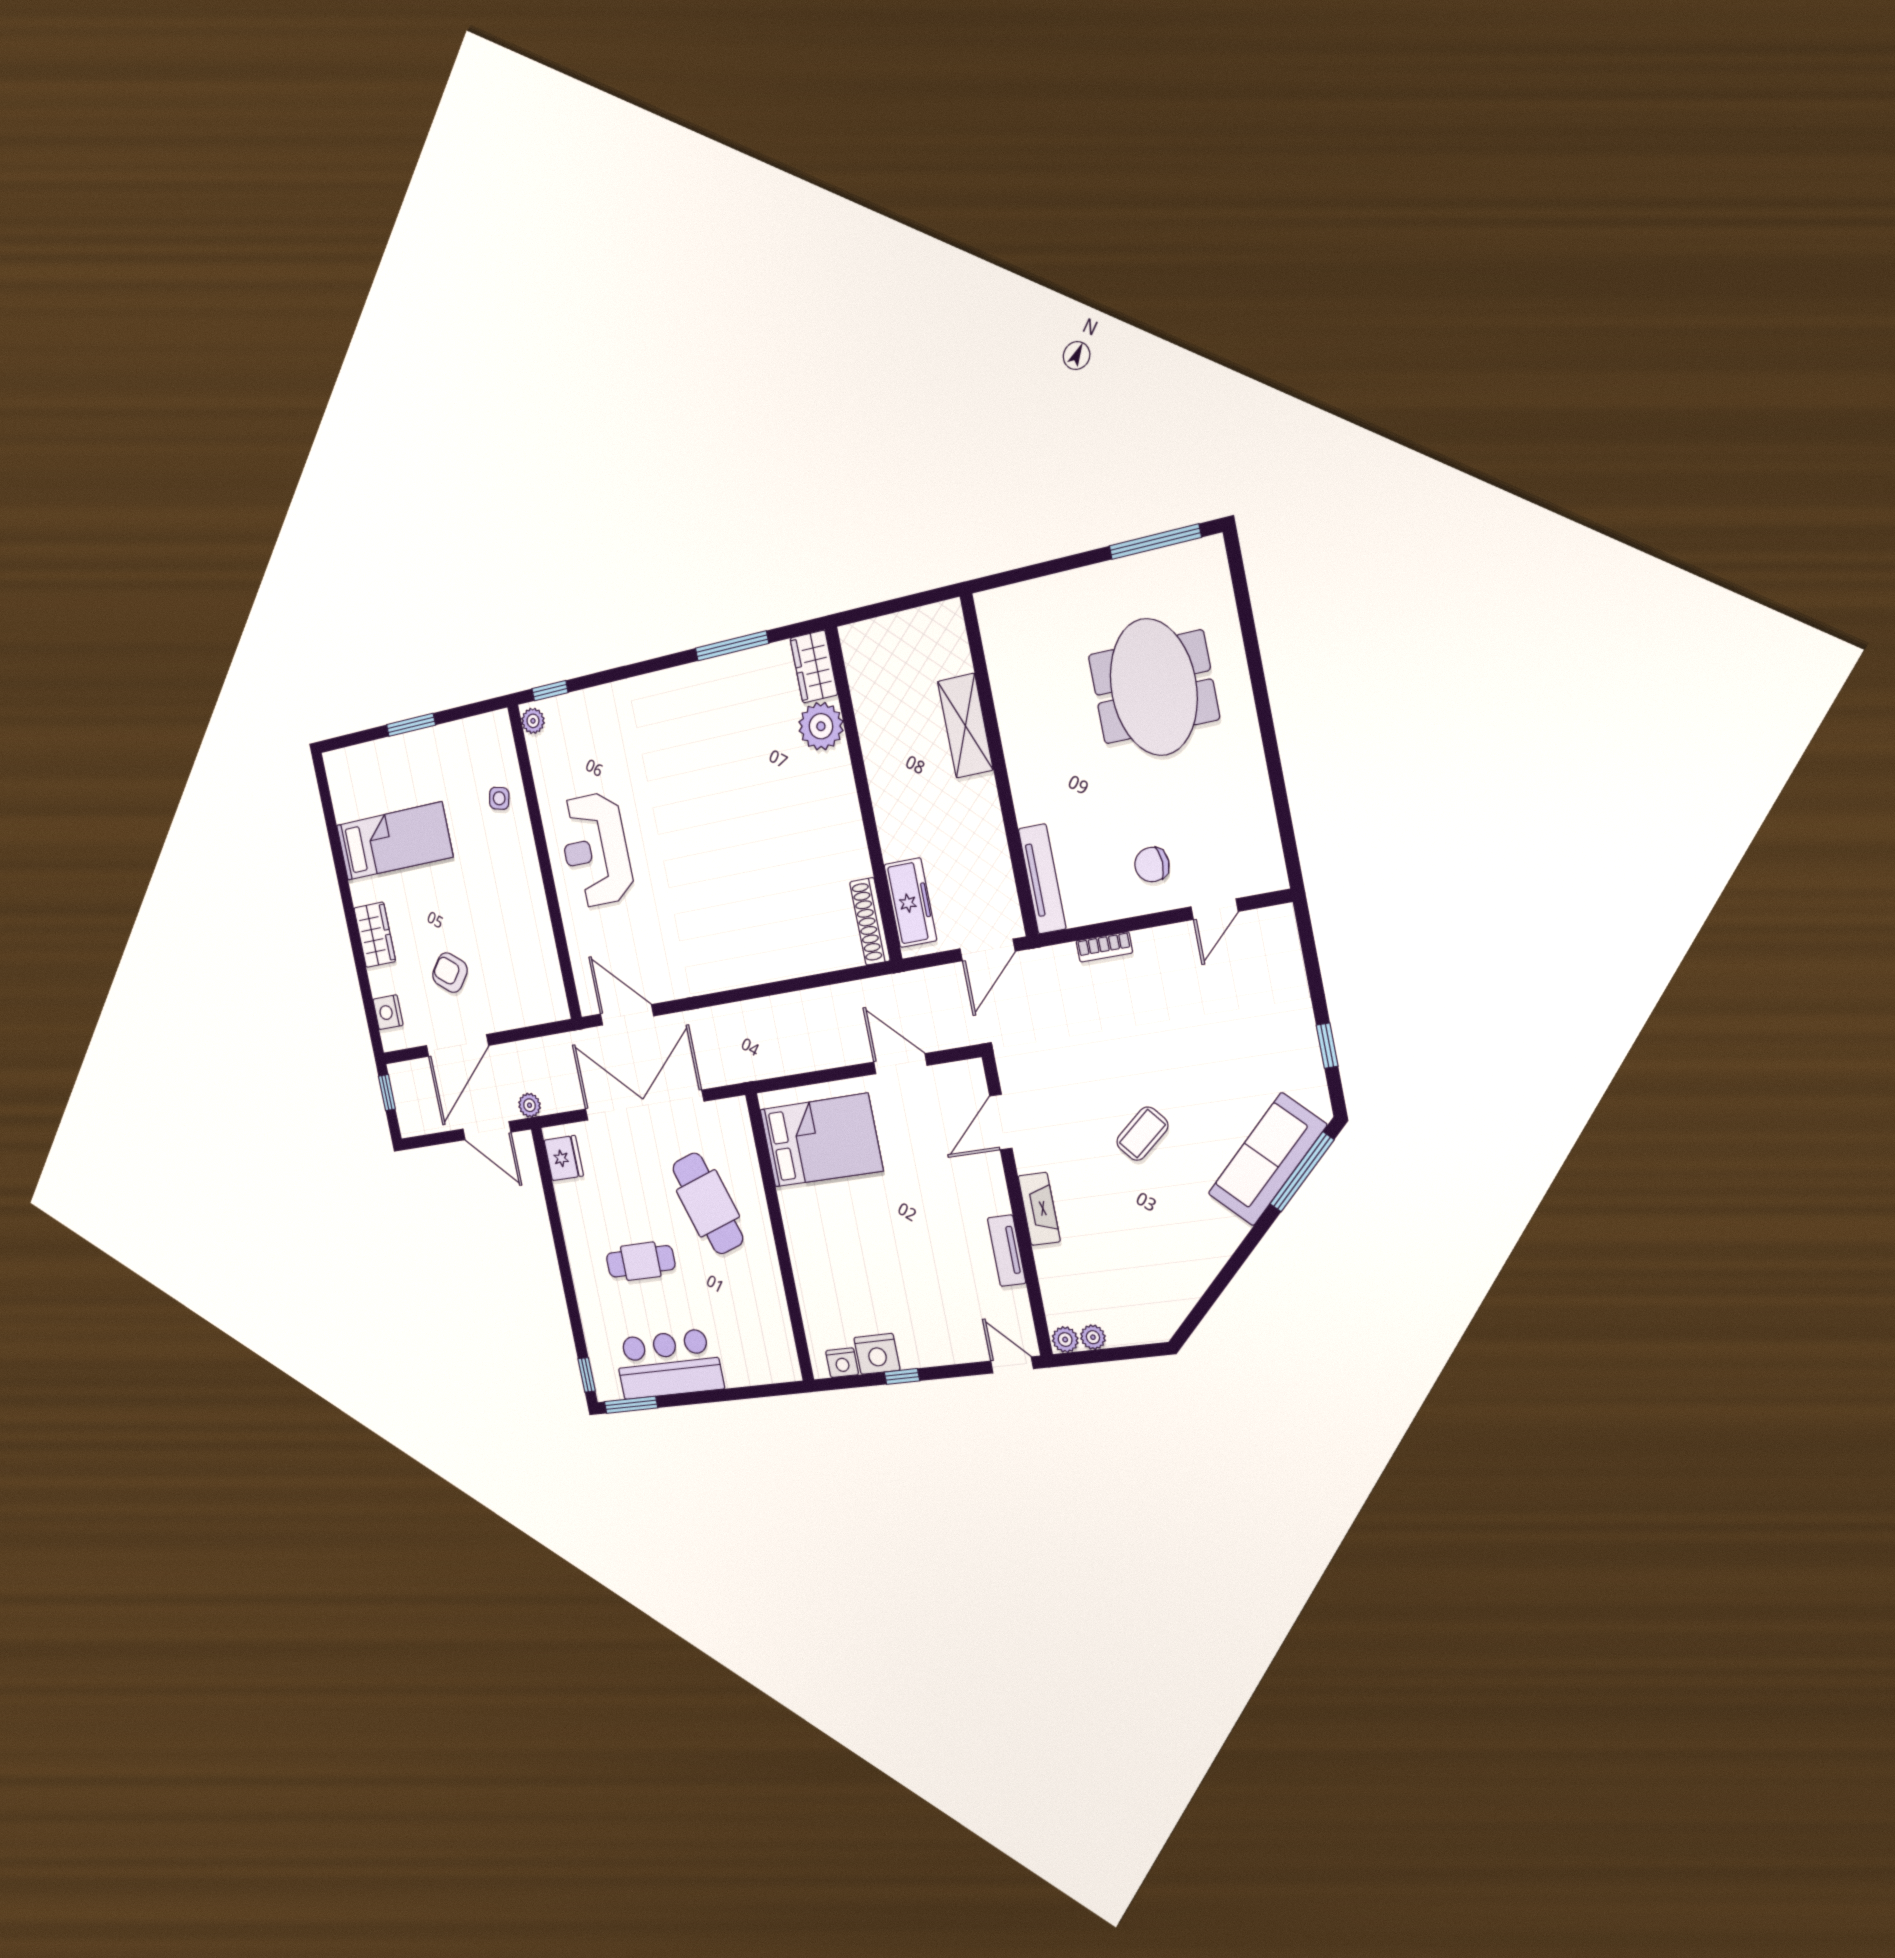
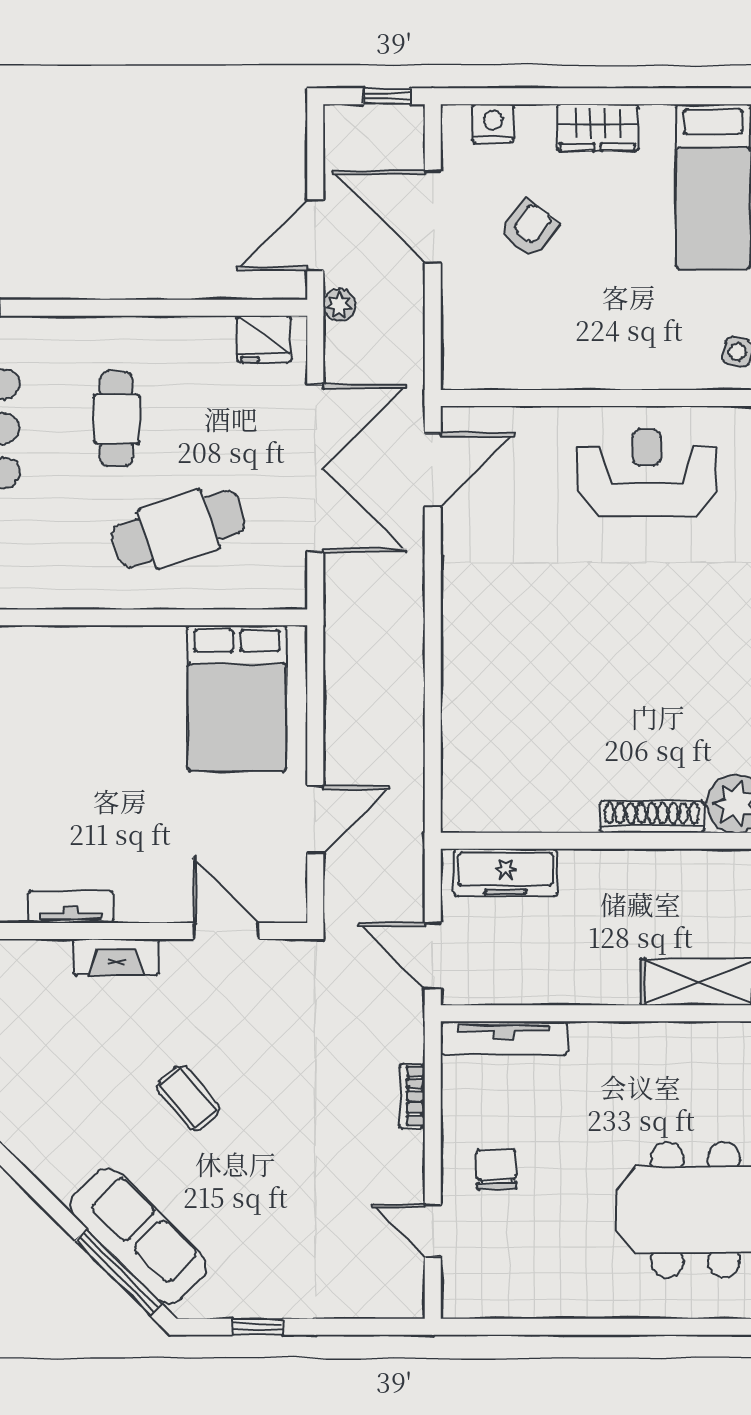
shoe rack: (870, 921) -> (652, 817), moved

